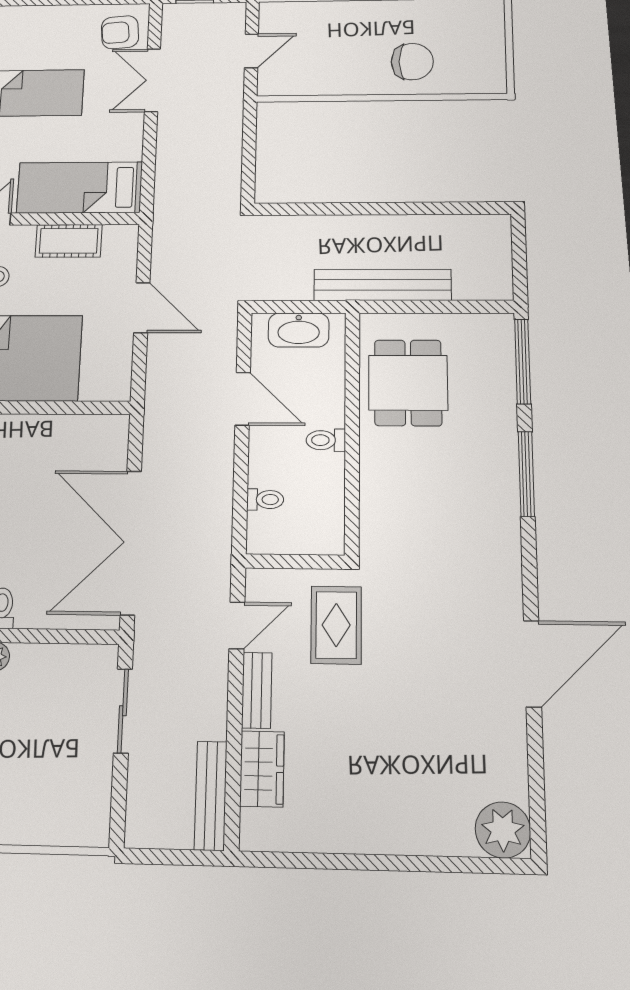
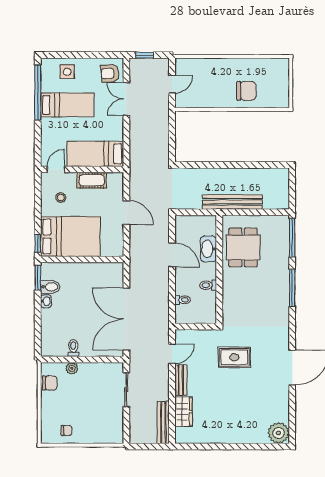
side table: (30, 31) -> (67, 72), added
washbasin: (299, 330) -> (208, 249), moved, turned 90
toilet: (326, 440) -> (208, 285), moved
rug: (336, 625) -> (234, 357), moved, turned 90

